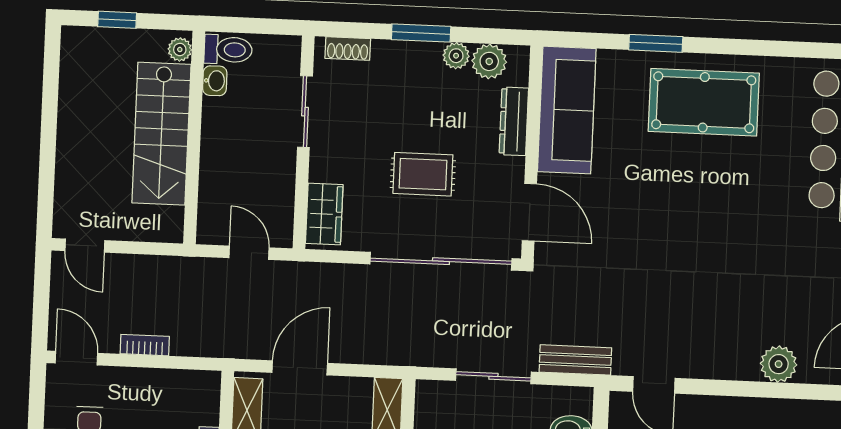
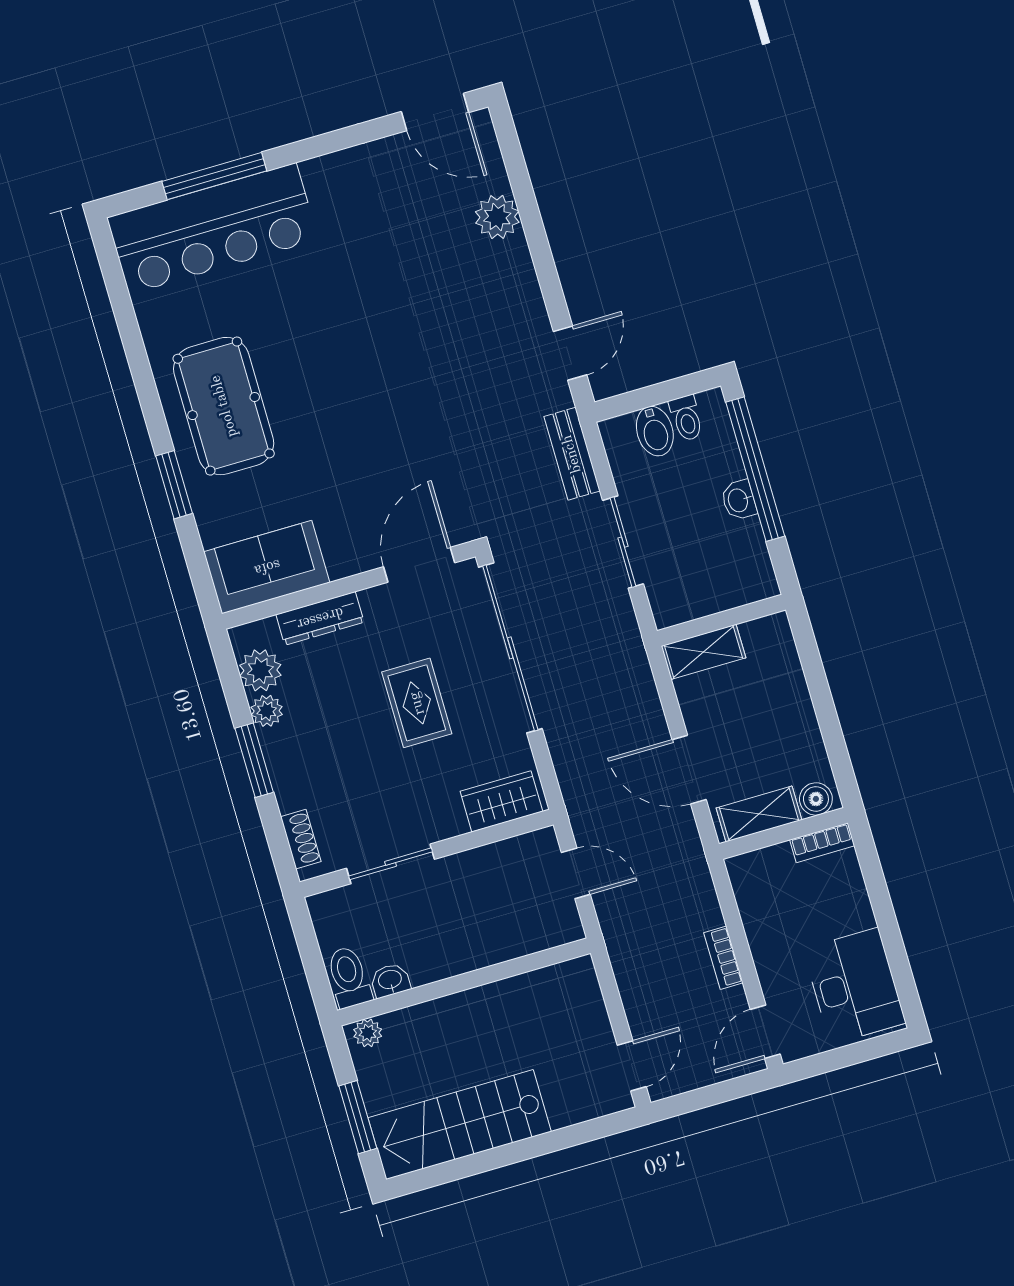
window: (117, 20) -> (358, 1117), width x1.50
sofa: (567, 110) -> (267, 567), width x0.73
stairs: (161, 134) -> (460, 1125), moved, turned 180
door: (249, 253) -> (576, 873), swing flipped

